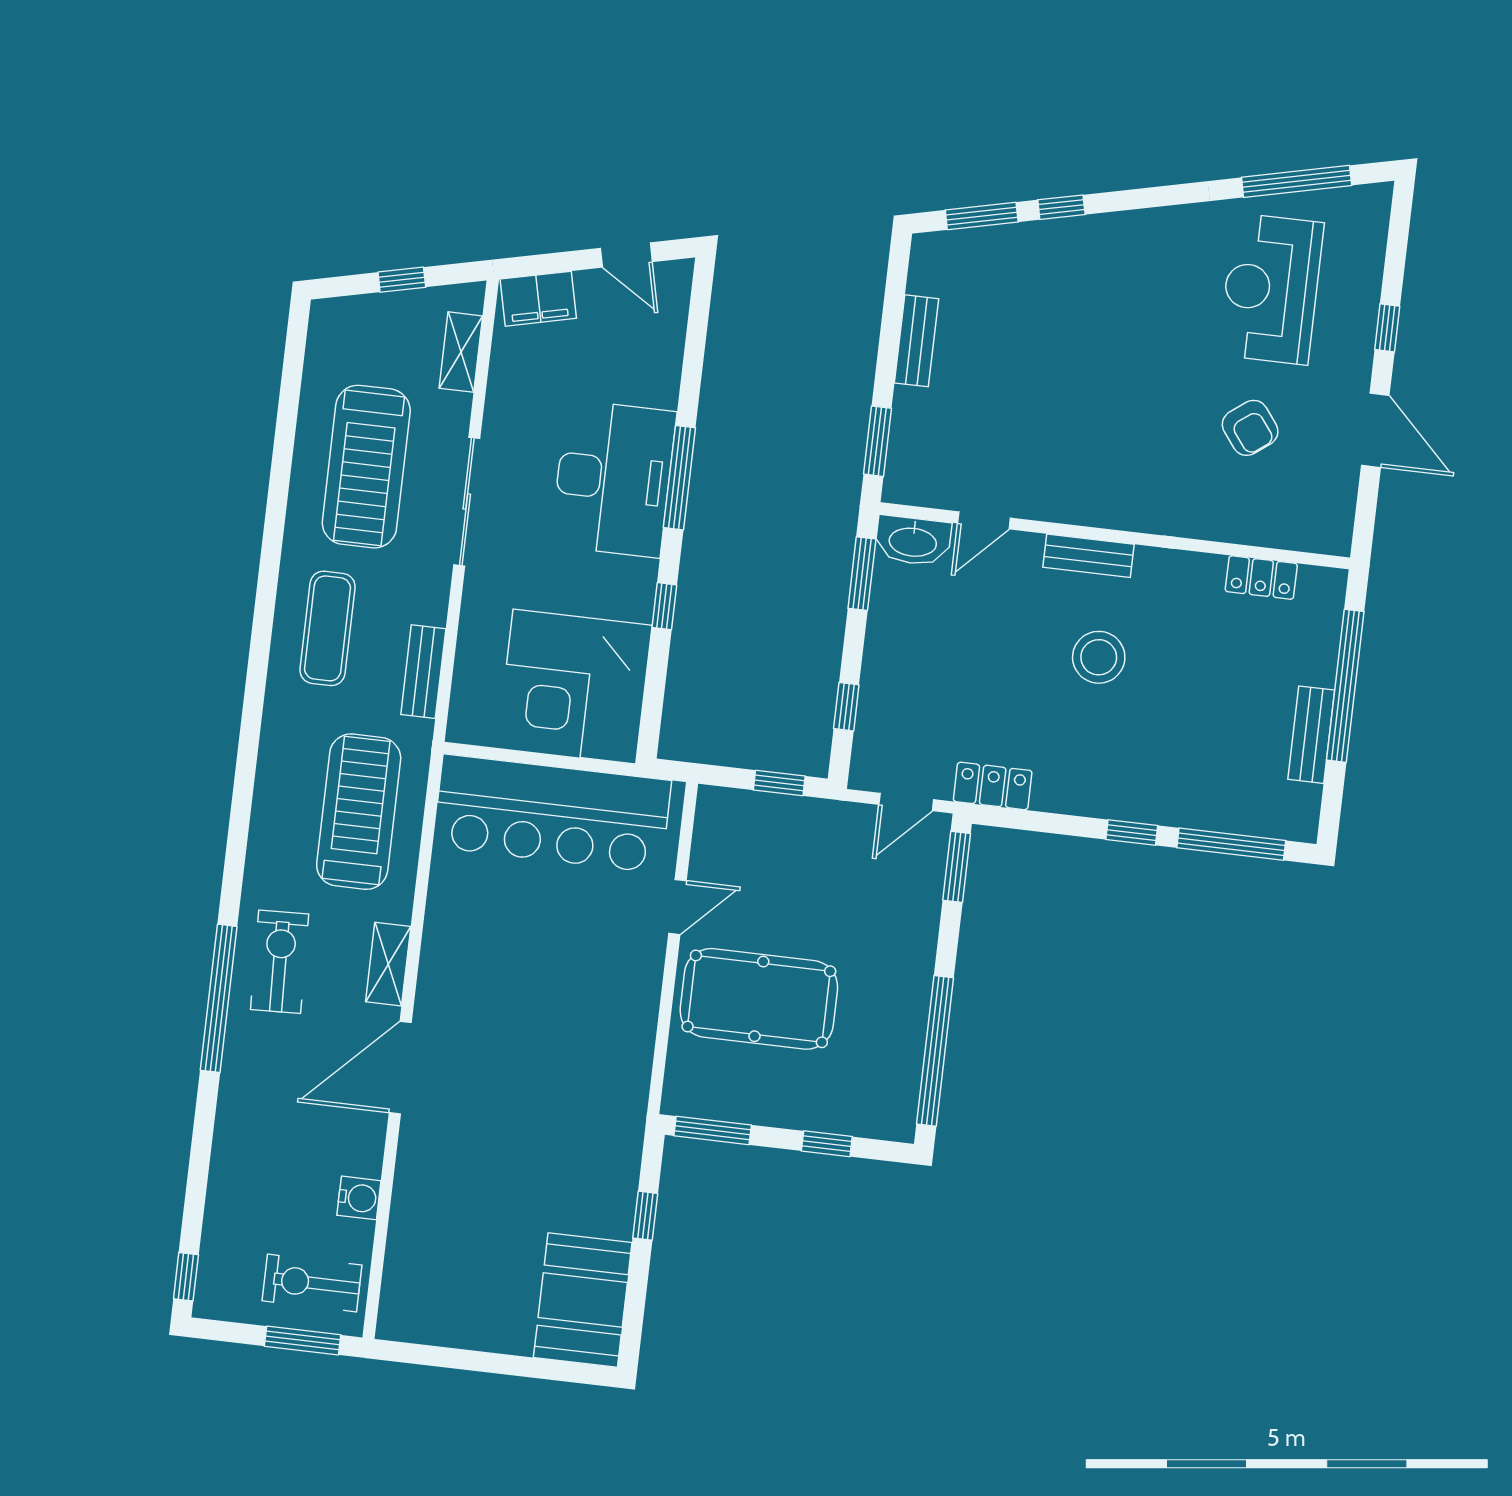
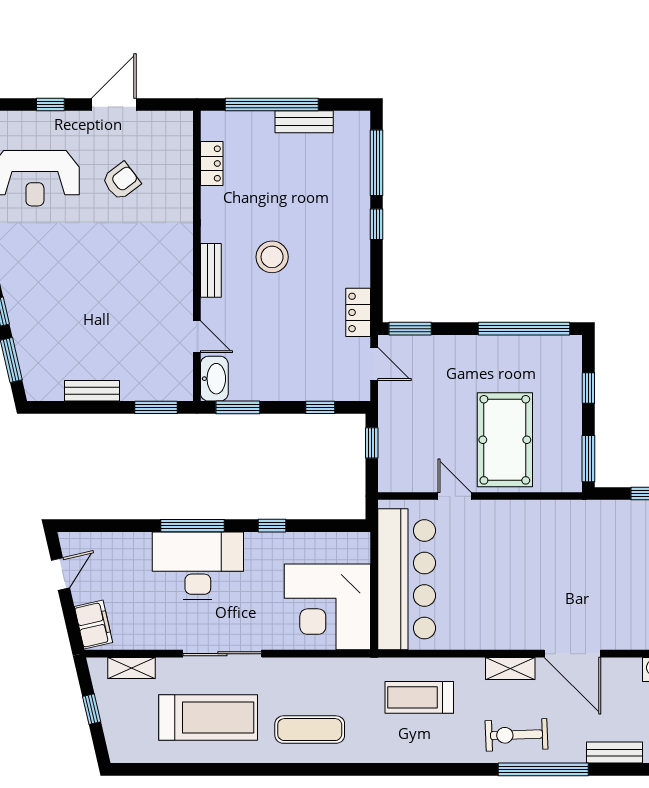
bench: (423, 672) -> (614, 753), moved
corner desk: (574, 686) -> (327, 607), moved, turned 90
treadmill: (359, 812) -> (419, 697), width x0.73, depth x0.73

